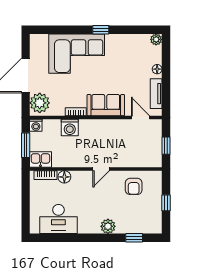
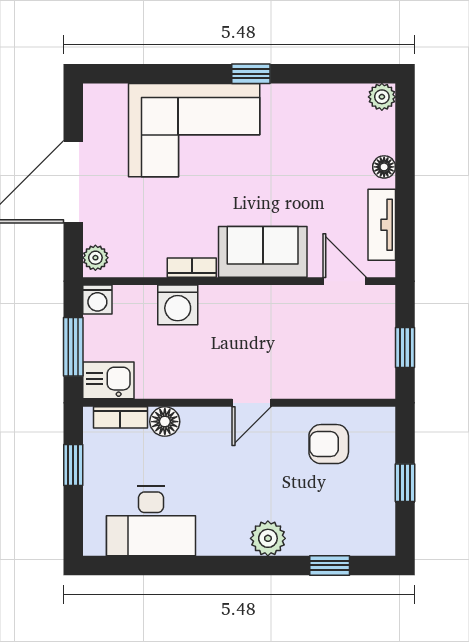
plant: (40, 103) -> (95, 258), width x0.53, depth x0.53
armchair: (134, 186) -> (329, 444), turned 90
window: (26, 195) -> (73, 465), added

